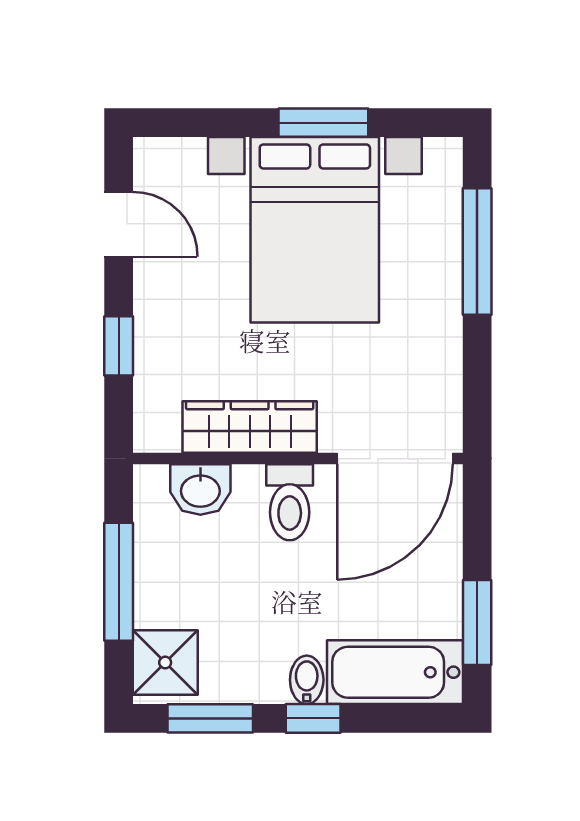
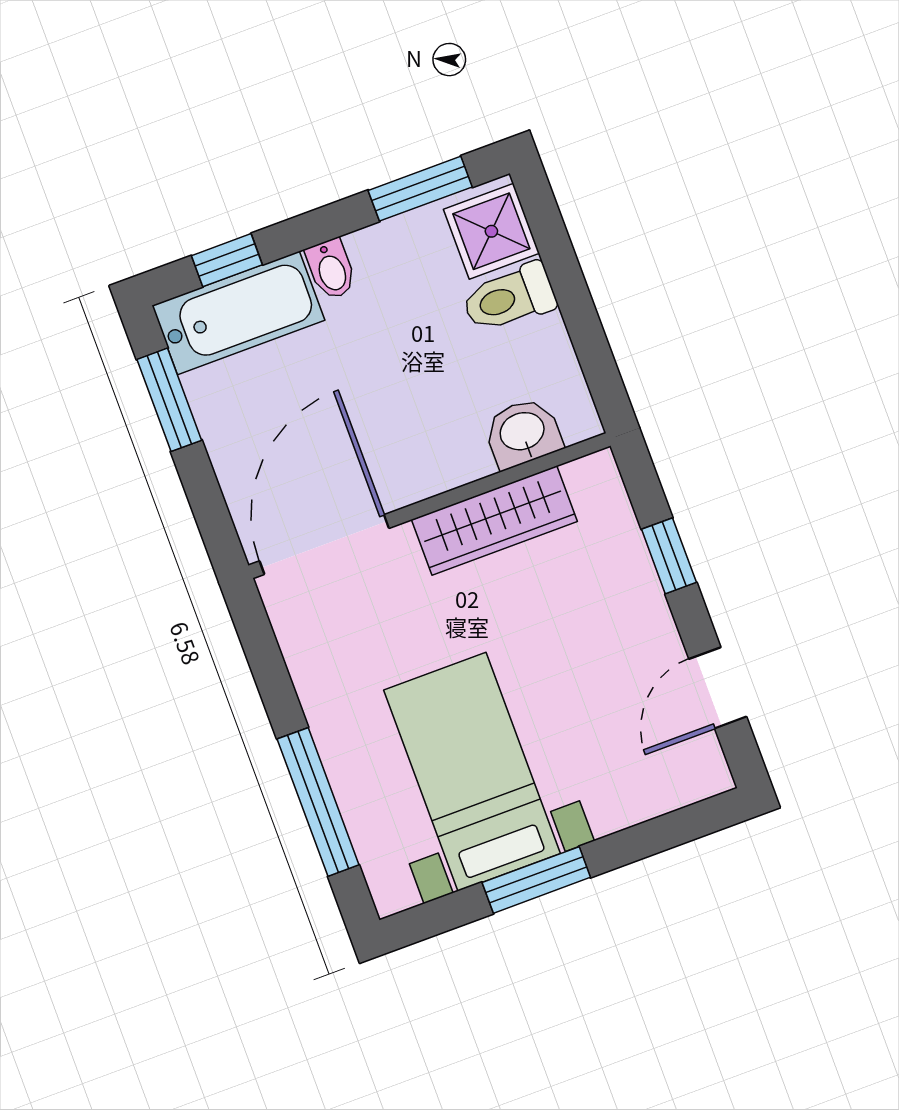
door: (119, 224) -> (718, 688), hinge flipped
bed with nightstands: (315, 230) -> (472, 772), width x0.73
toilet: (290, 502) -> (509, 298), moved, turned -90
window: (119, 582) -> (574, 300), removed
window: (313, 718) -> (227, 260), moved

